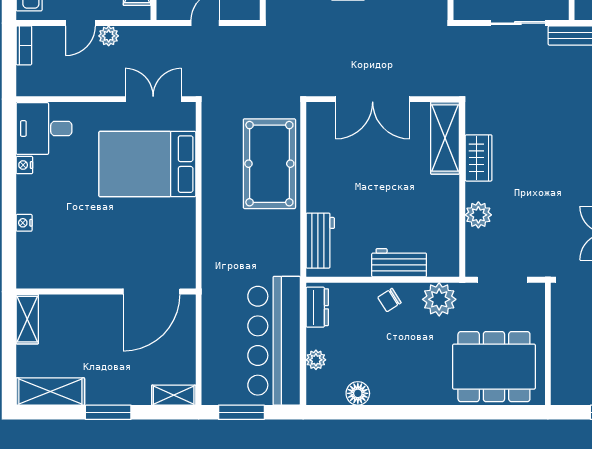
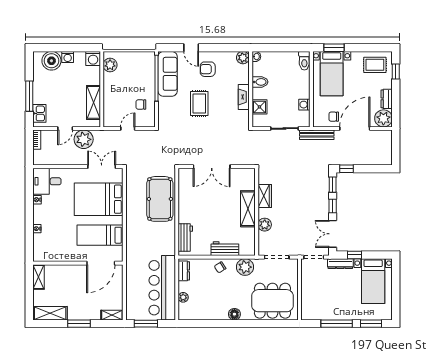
plant: (109, 36) -> (84, 139), width x1.88, depth x1.88
shelving: (445, 138) -> (248, 209), moved
bed: (150, 236) -> (100, 235), added
floor lamp: (358, 393) -> (234, 314), moved

